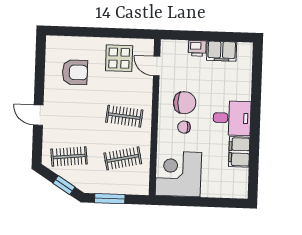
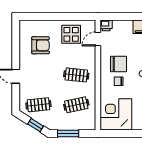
printer: (197, 48) -> (106, 25), moved
door: (157, 66) -> (98, 39), hinge flipped

